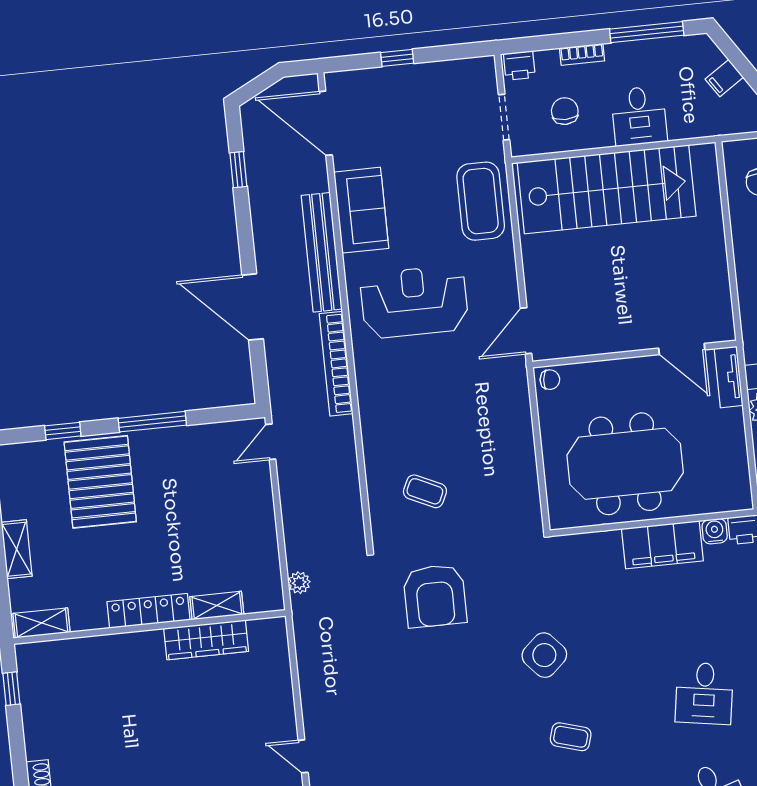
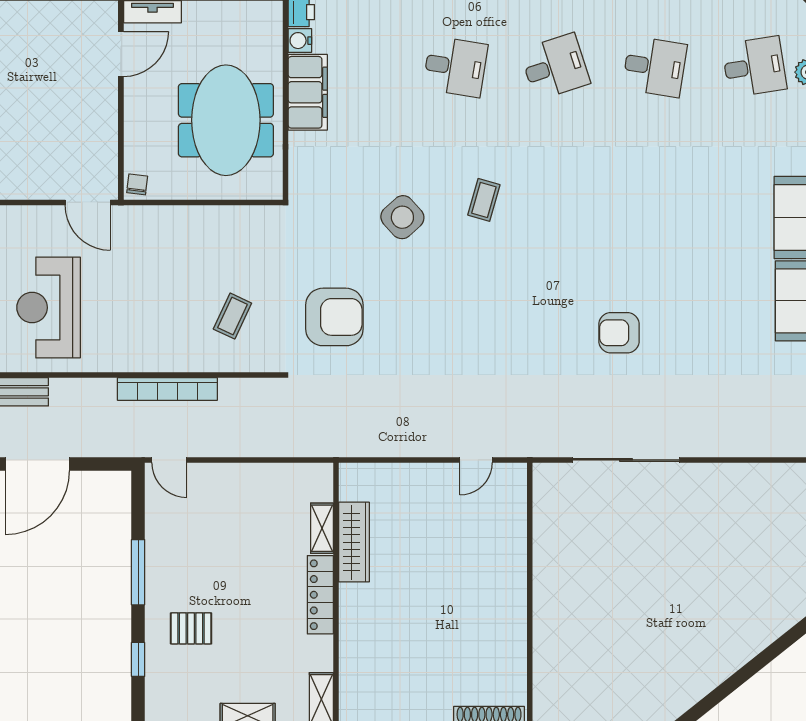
bookcase: (336, 364) -> (167, 389), moved
pallet: (100, 482) -> (191, 628), width x0.49, depth x0.50
plant: (299, 583) -> (308, 447), removed

